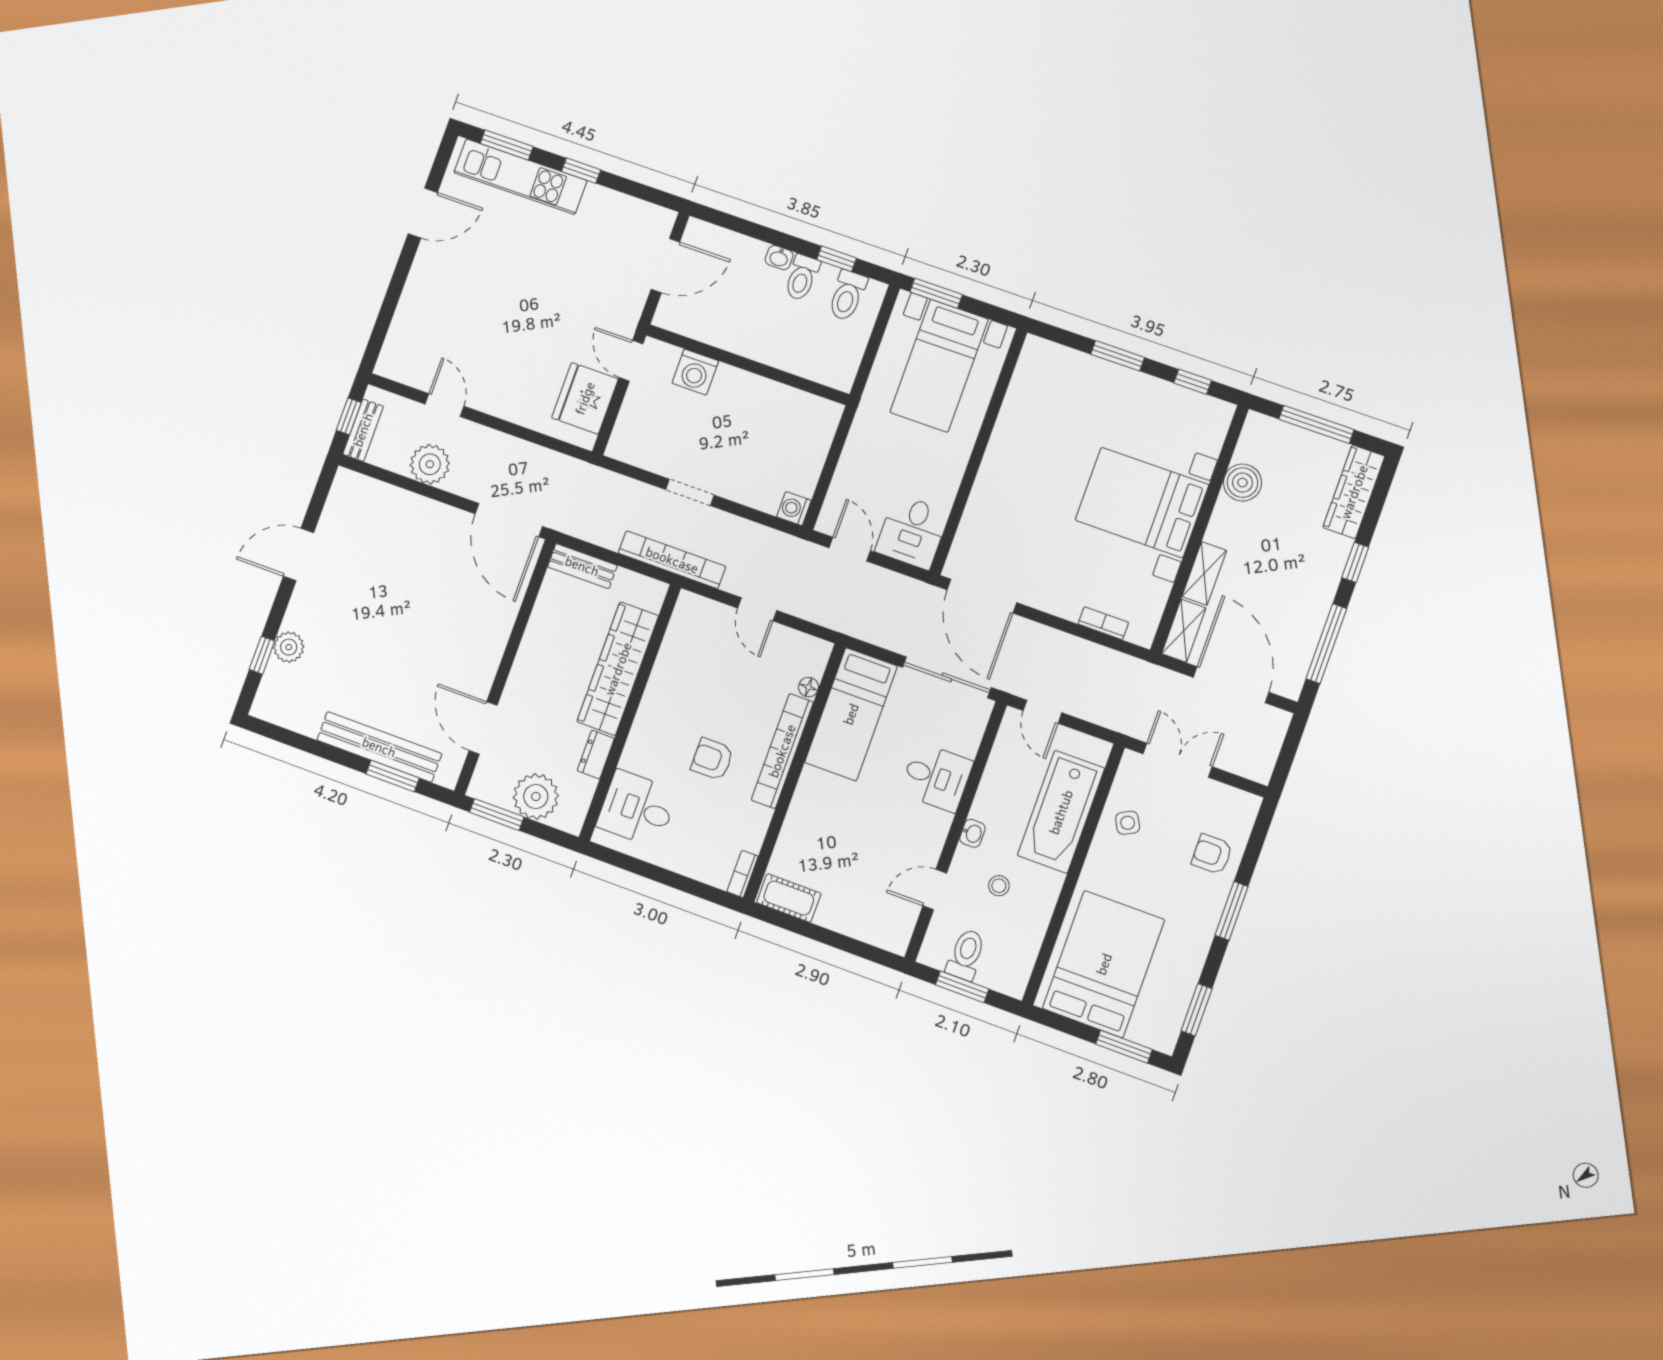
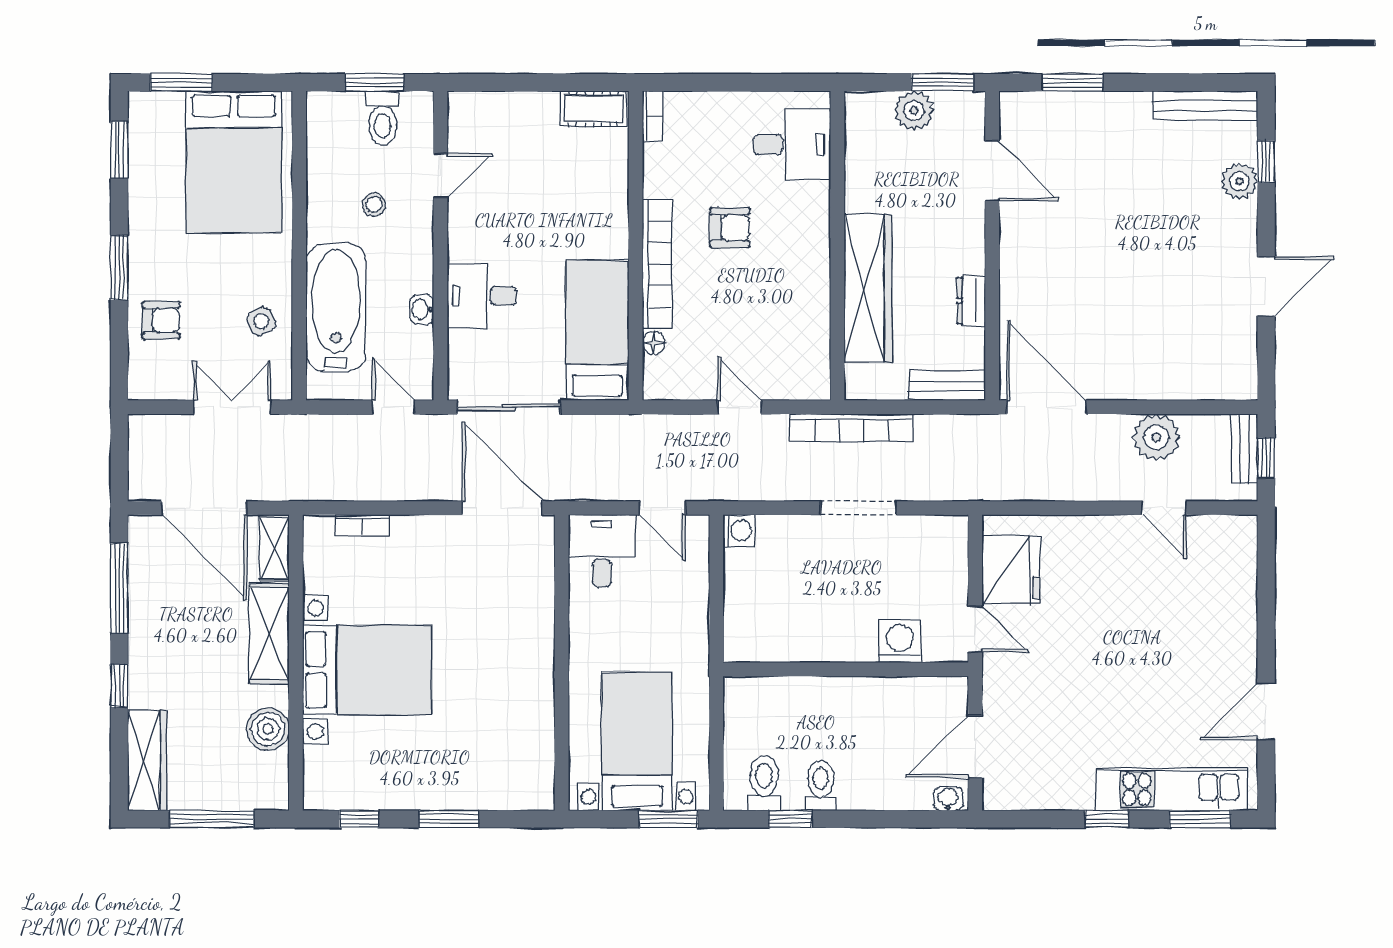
washbasin: (779, 258) -> (948, 799), moved
doorway: (690, 492) -> (858, 508), width x1.38
shelving: (1204, 573) -> (269, 634), width x1.50, depth x1.33
bench: (379, 747) -> (1205, 106), moved, width x0.73, depth x0.82
dresser: (596, 755) -> (971, 301), moved, turned 180
double door: (1178, 760) -> (232, 407), swing flipped
plant: (536, 797) -> (914, 111), width x0.73, depth x0.73
washbasin: (972, 833) -> (422, 309), moved

